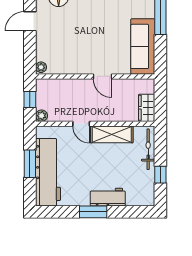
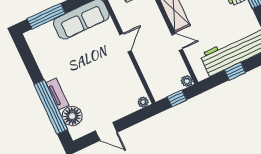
door: (81, 124) -> (177, 42), hinge flipped
window: (30, 164) -> (235, 71), width x0.67

